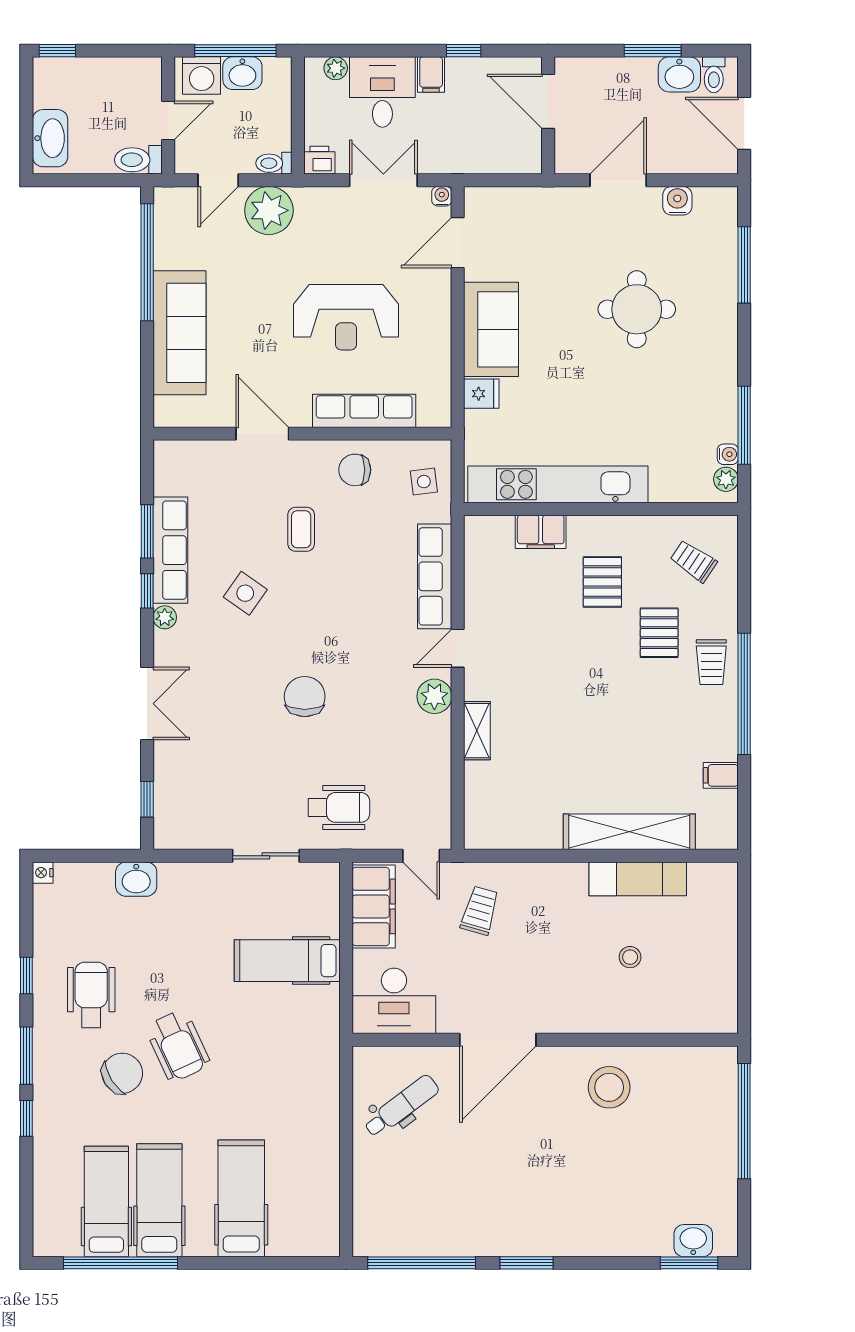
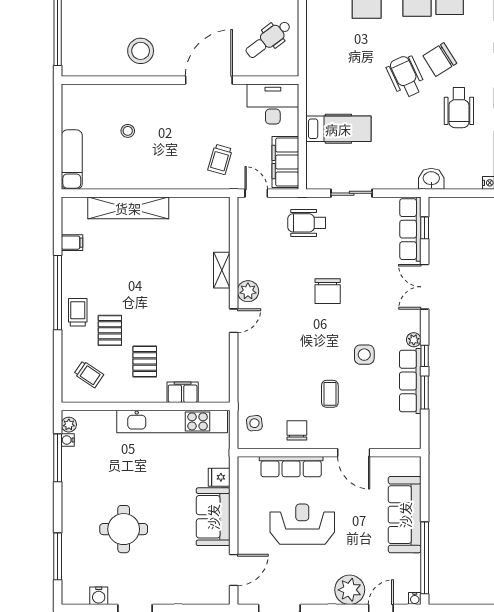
water cooler: (442, 196) -> (415, 599), moved
chair: (355, 470) -> (297, 430), turned -90
row of seats: (435, 576) -> (410, 229), moved, turned 180
side table: (245, 593) -> (364, 355), turned -35
exam couch: (638, 879) -> (72, 160), moved, turned 90

